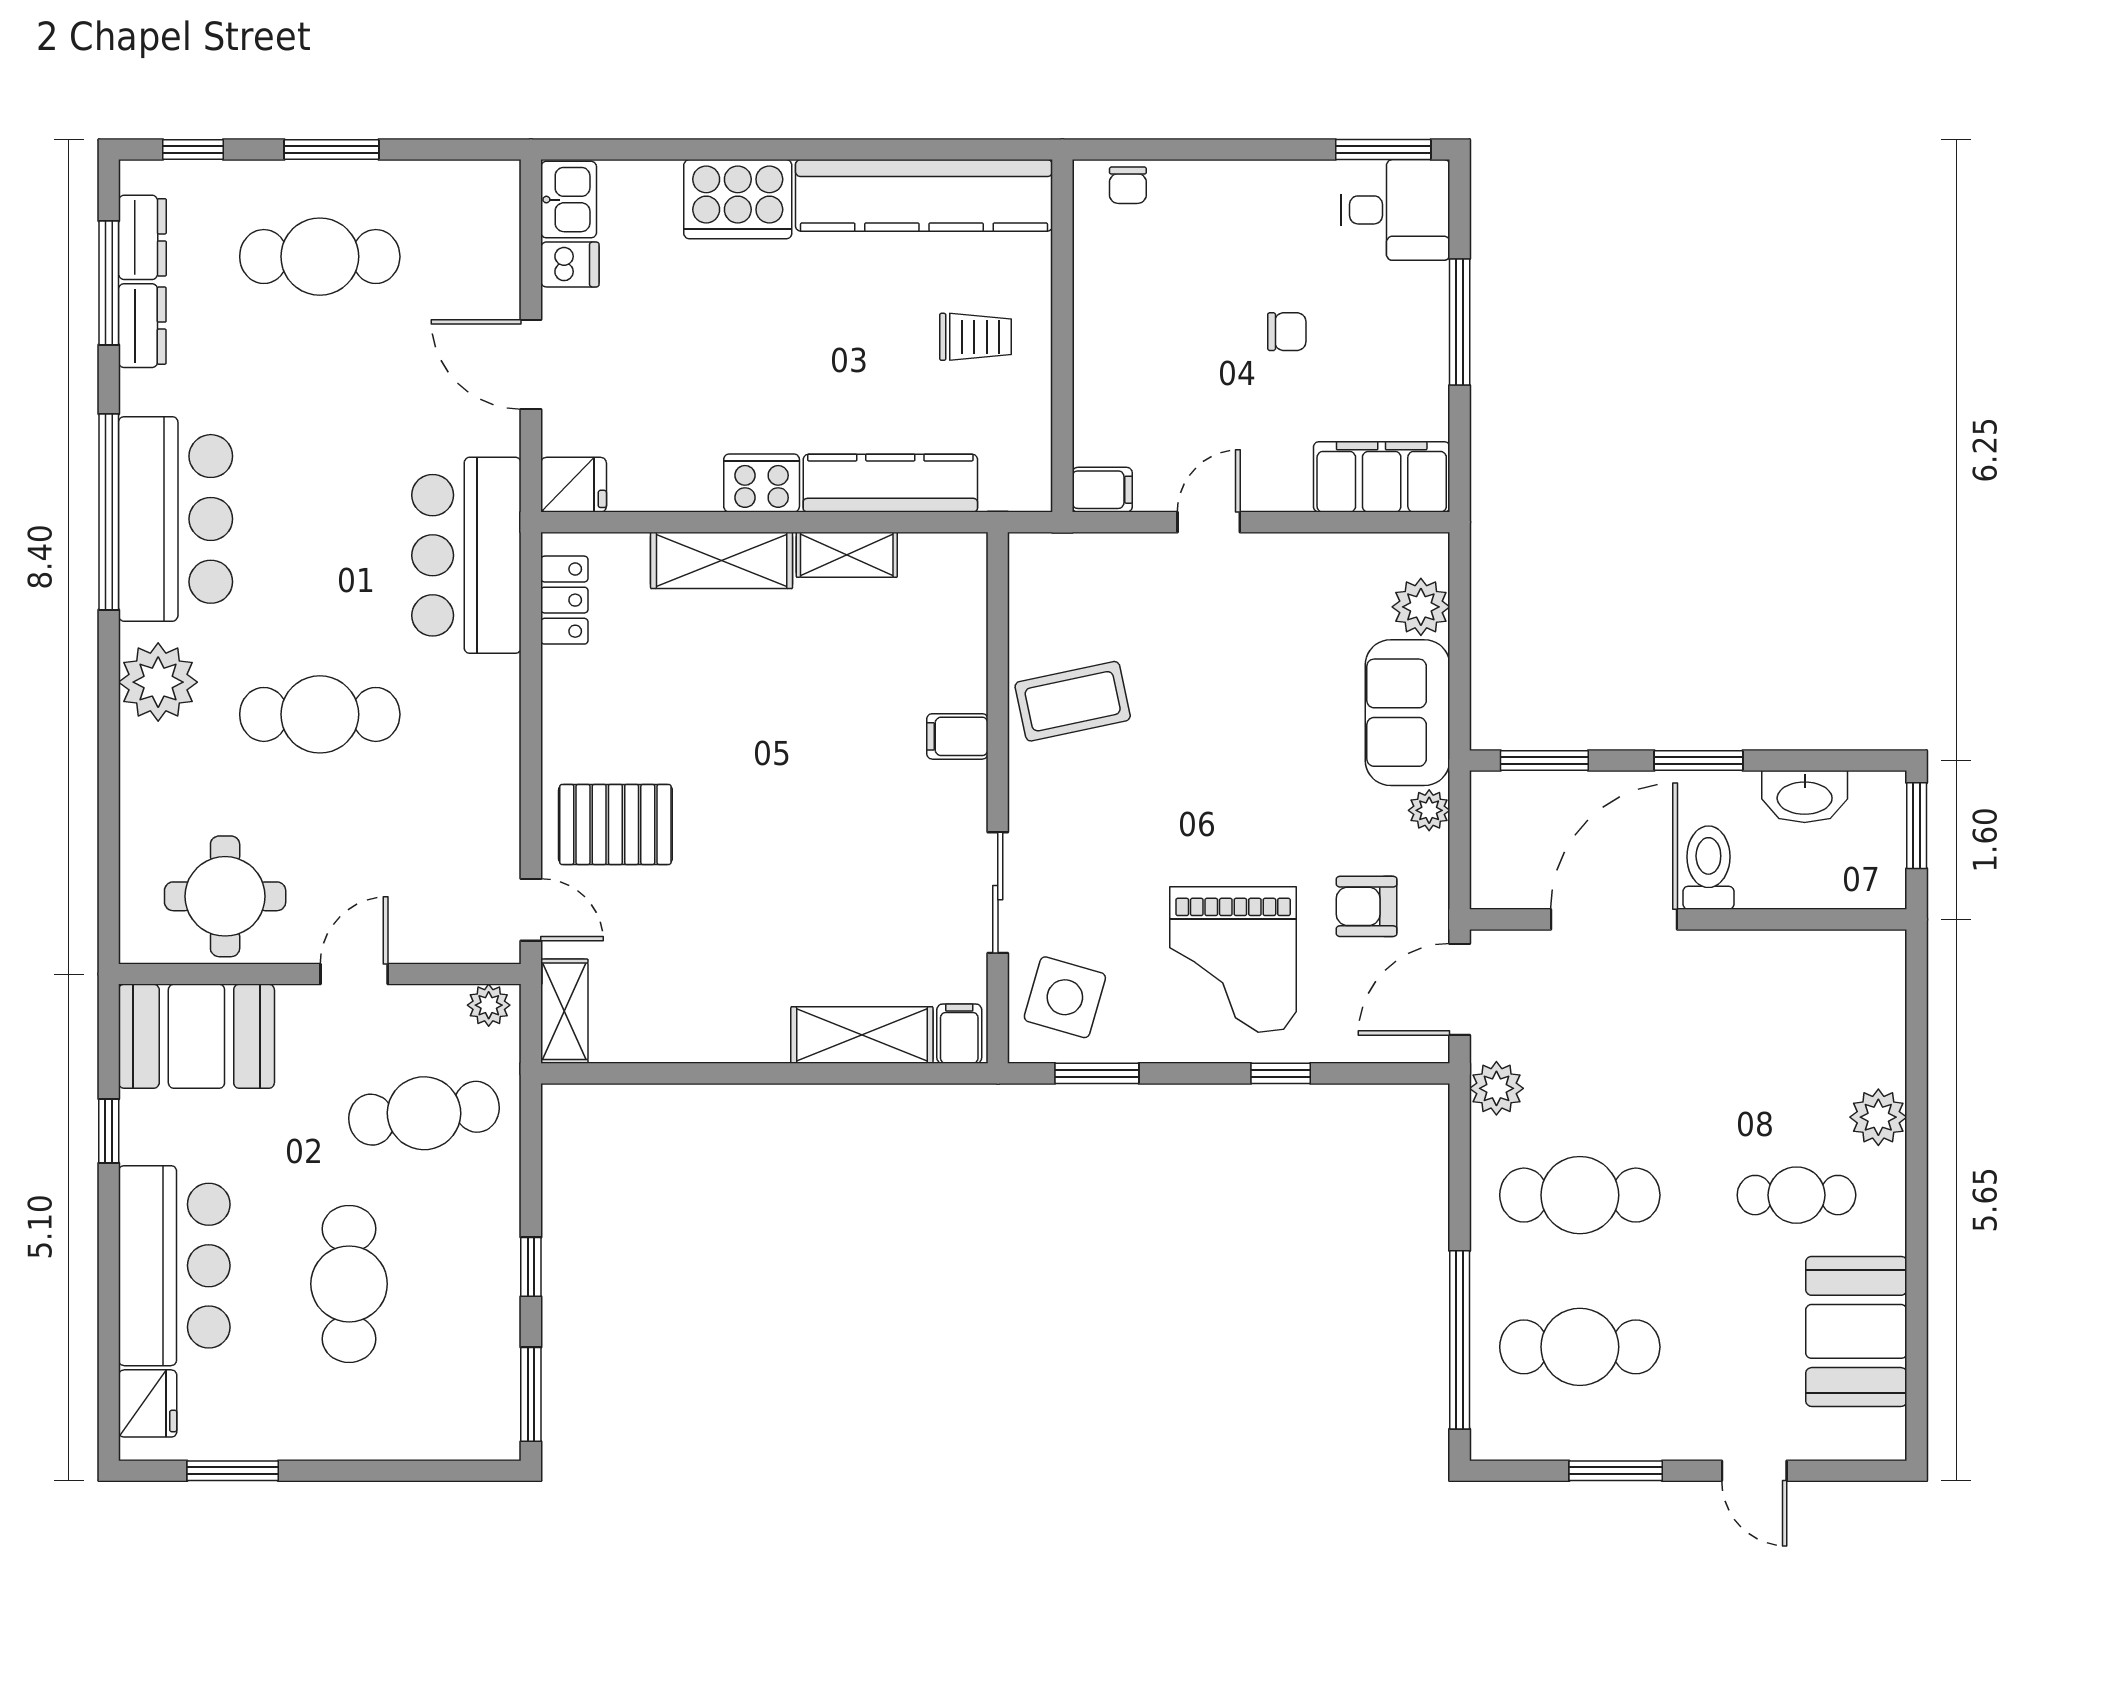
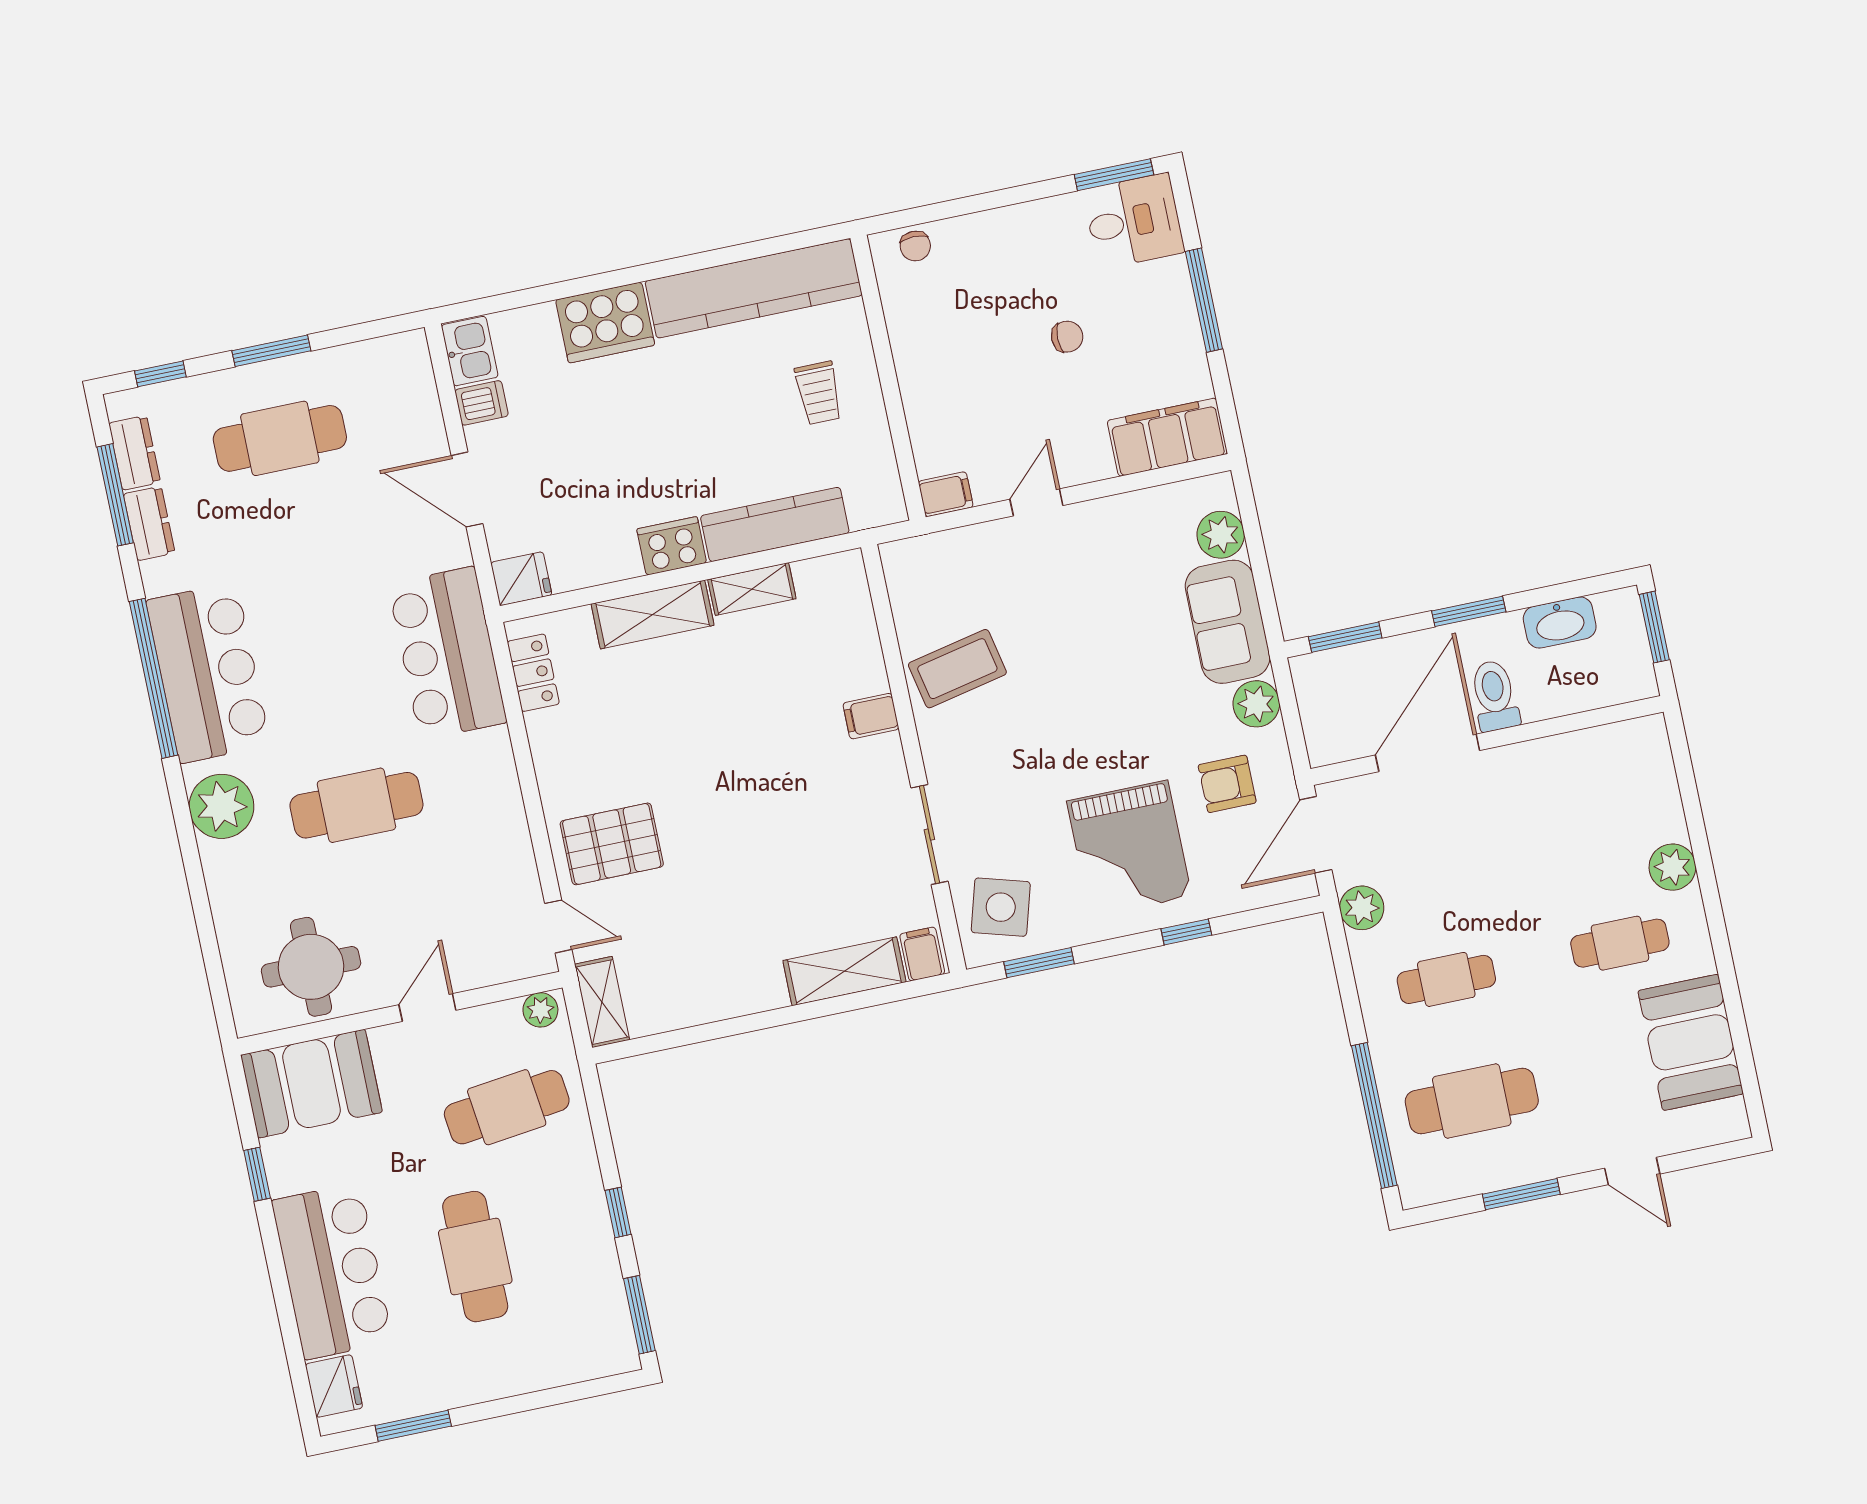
trolley: (976, 337) -> (819, 393), turned 90
plant: (1429, 810) -> (1256, 704), width x1.38, depth x1.38
cafe table: (1580, 1195) -> (1446, 979), width x0.73, depth x0.74

